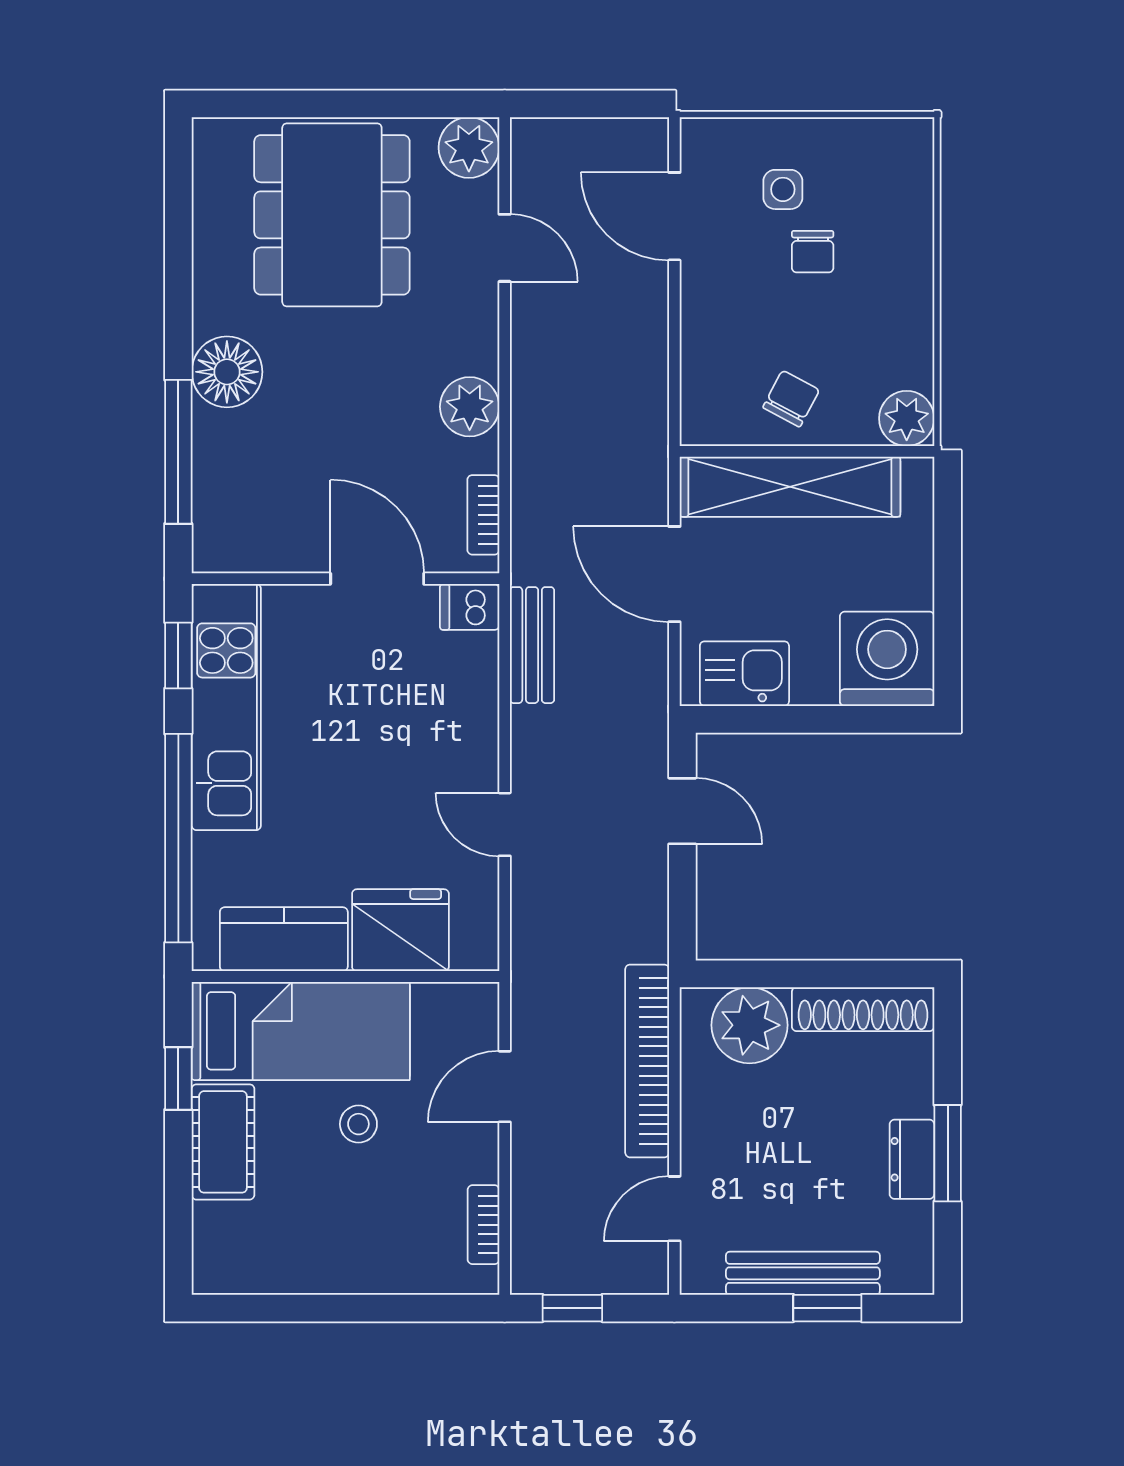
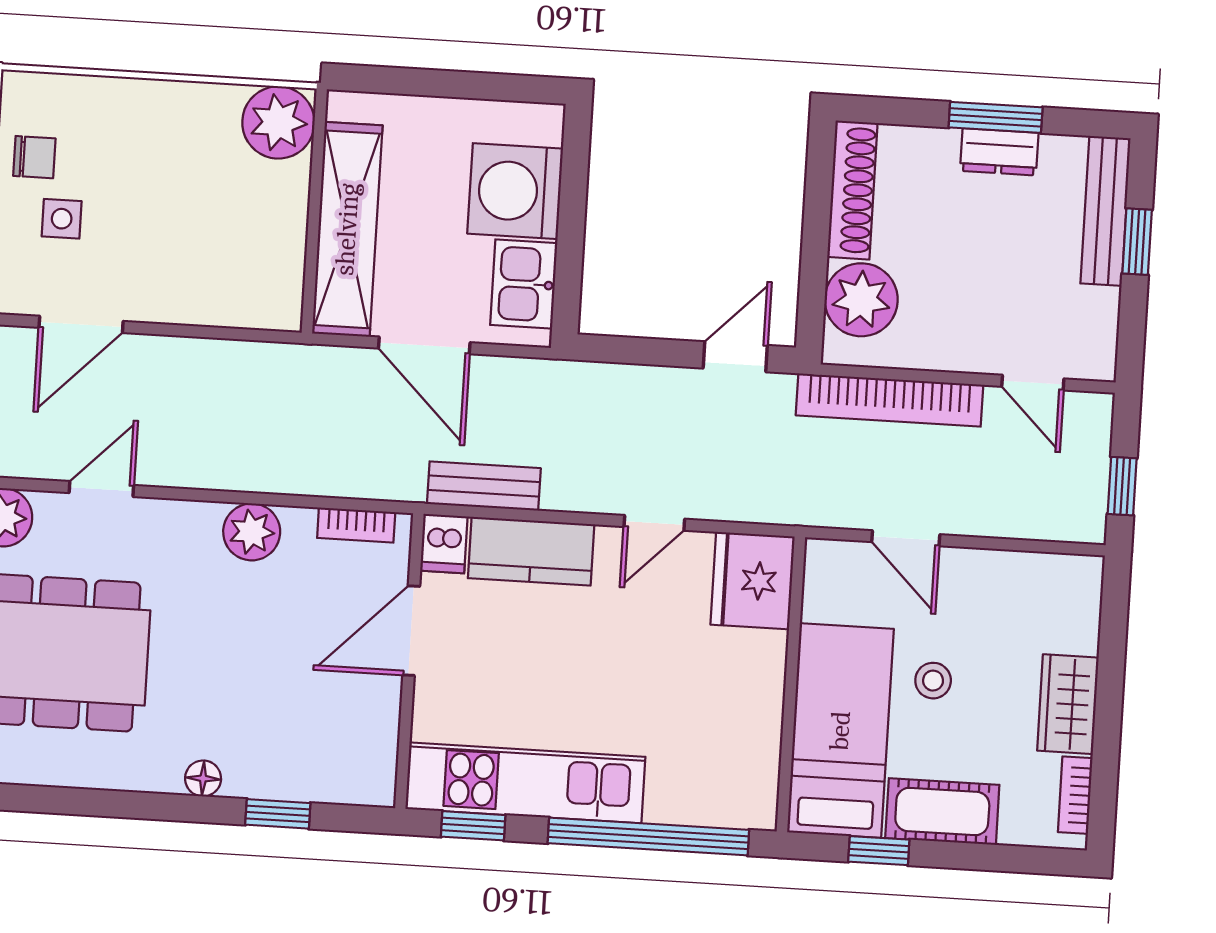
chair: (813, 252) -> (34, 157), moved
floor lamp: (227, 372) -> (203, 778), width x0.53, depth x0.53
chair: (791, 399) -> (263, 223), removed
plant: (907, 418) -> (278, 122), width x1.36, depth x1.36
window: (178, 452) -> (278, 814), width x0.46
door: (674, 574) -> (424, 345), hinge flipped
washing machine: (887, 659) -> (515, 191), moved
door: (682, 811) -> (735, 357), moved
fridge: (400, 930) -> (753, 581), moved
kitchen counter: (284, 939) -> (531, 551), moved, turned -90
bookcase: (483, 1225) -> (1075, 795), moved, turned 90
wardrobe: (343, 1266) -> (1068, 704), added
bench: (803, 1273) -> (1105, 211), moved

